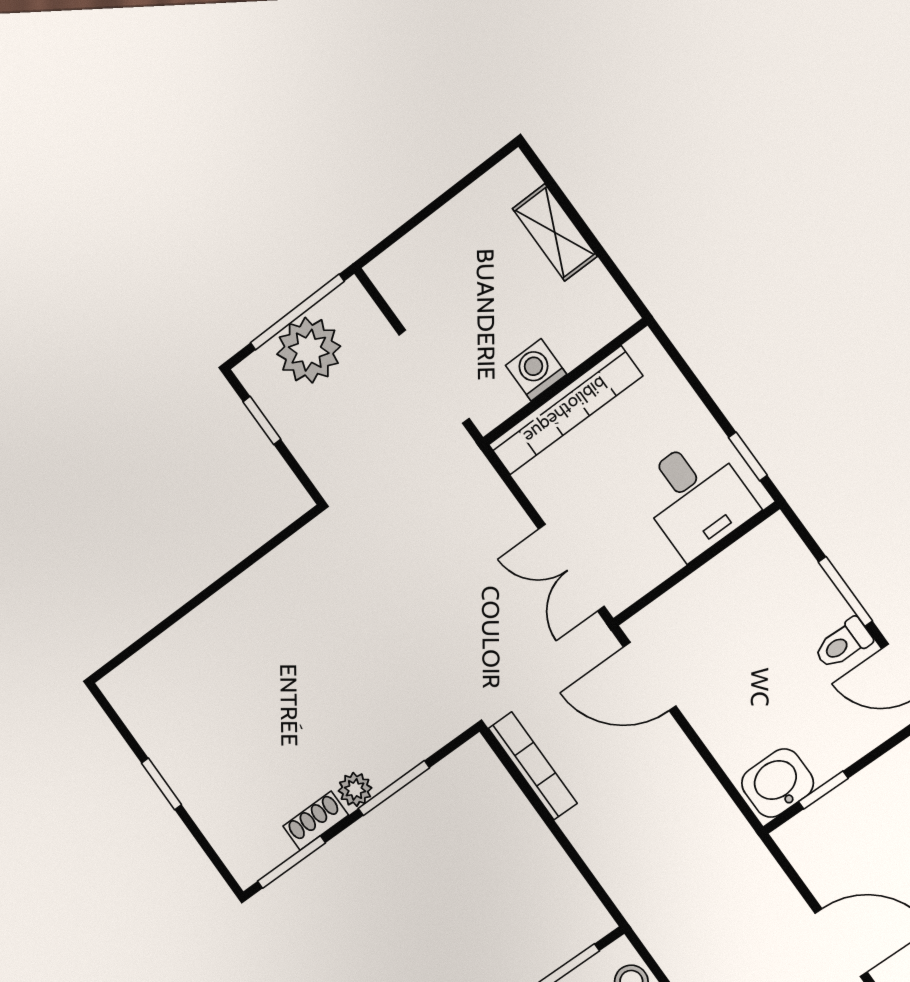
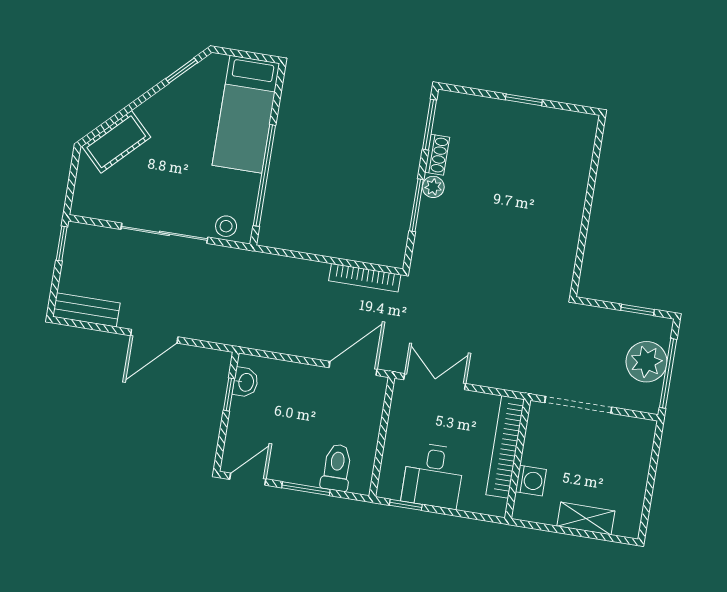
washing machine: (536, 370) -> (531, 481), moved
desk: (696, 497) -> (433, 476), moved, turned -90
toilet: (843, 644) -> (337, 467), moved, width x1.37, depth x1.39
washbasin: (778, 783) -> (245, 382), width x0.72, depth x0.69

